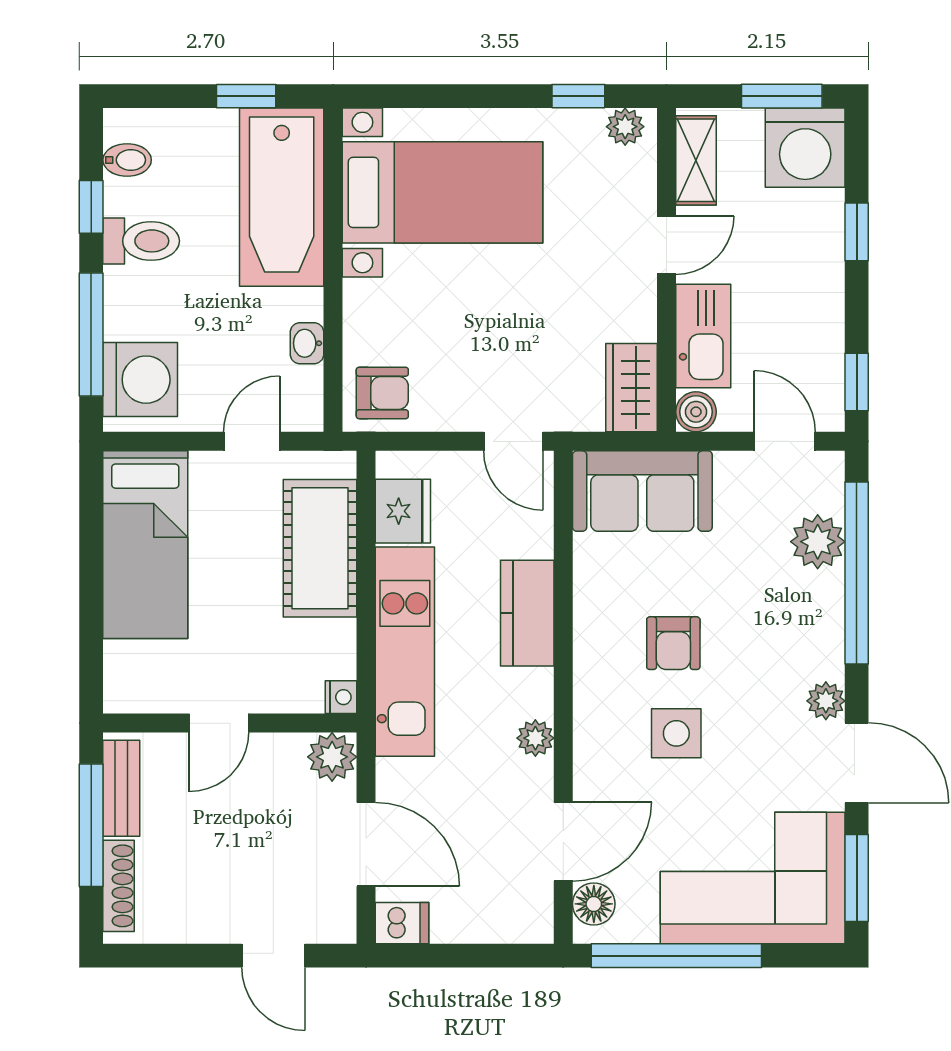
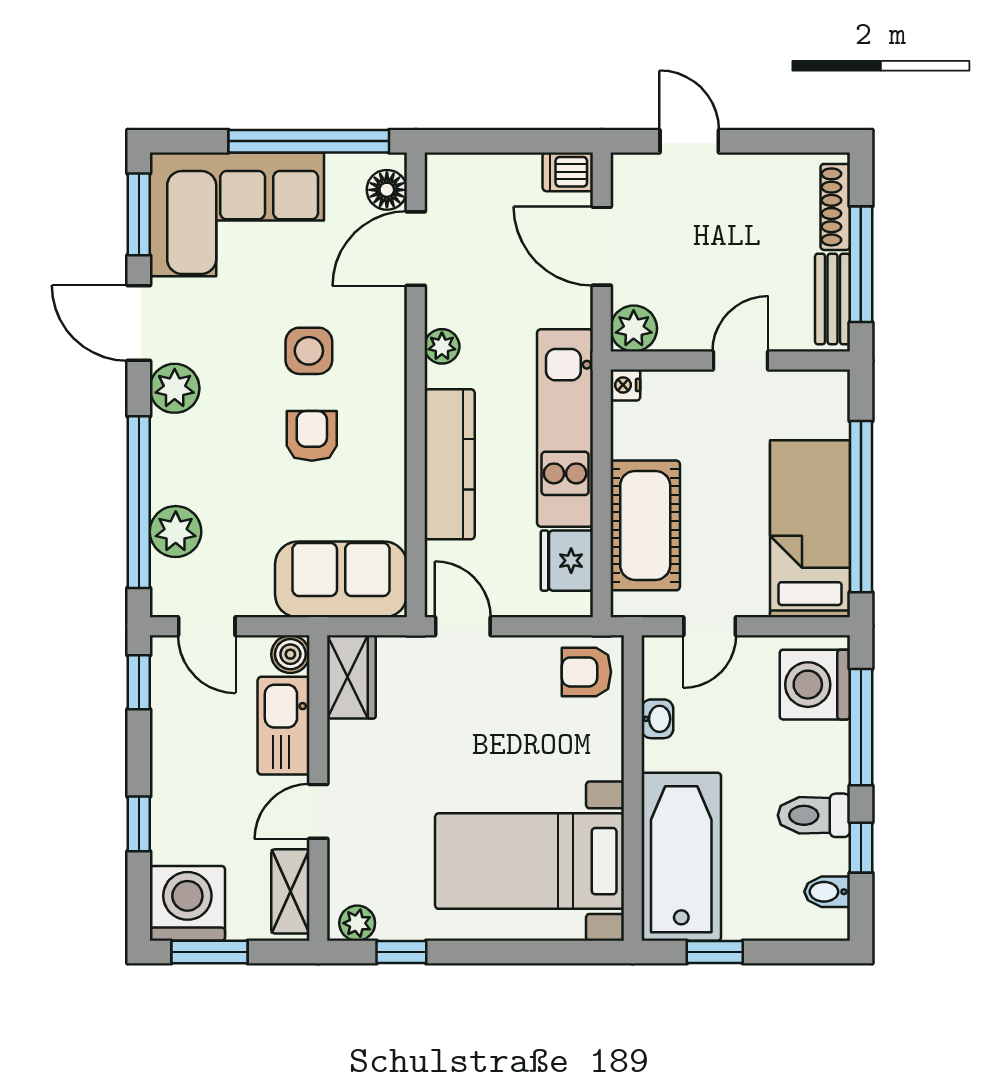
window: (91, 568) -> (861, 507), added
kitchen counter: (527, 613) -> (450, 464), width x1.50
plant: (826, 701) -> (175, 388), width x1.38, depth x1.38

